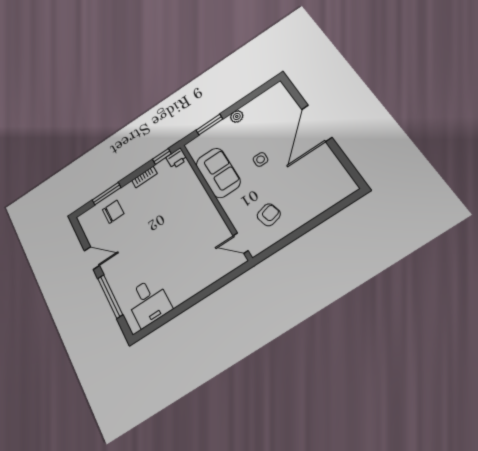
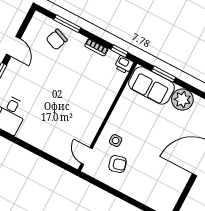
plant: (237, 116) -> (182, 100), width x1.88, depth x1.88
side table: (261, 159) -> (116, 141), moved
sofa: (218, 173) -> (152, 86), moved, turned 90
chair: (113, 212) -> (57, 39), turned 111

